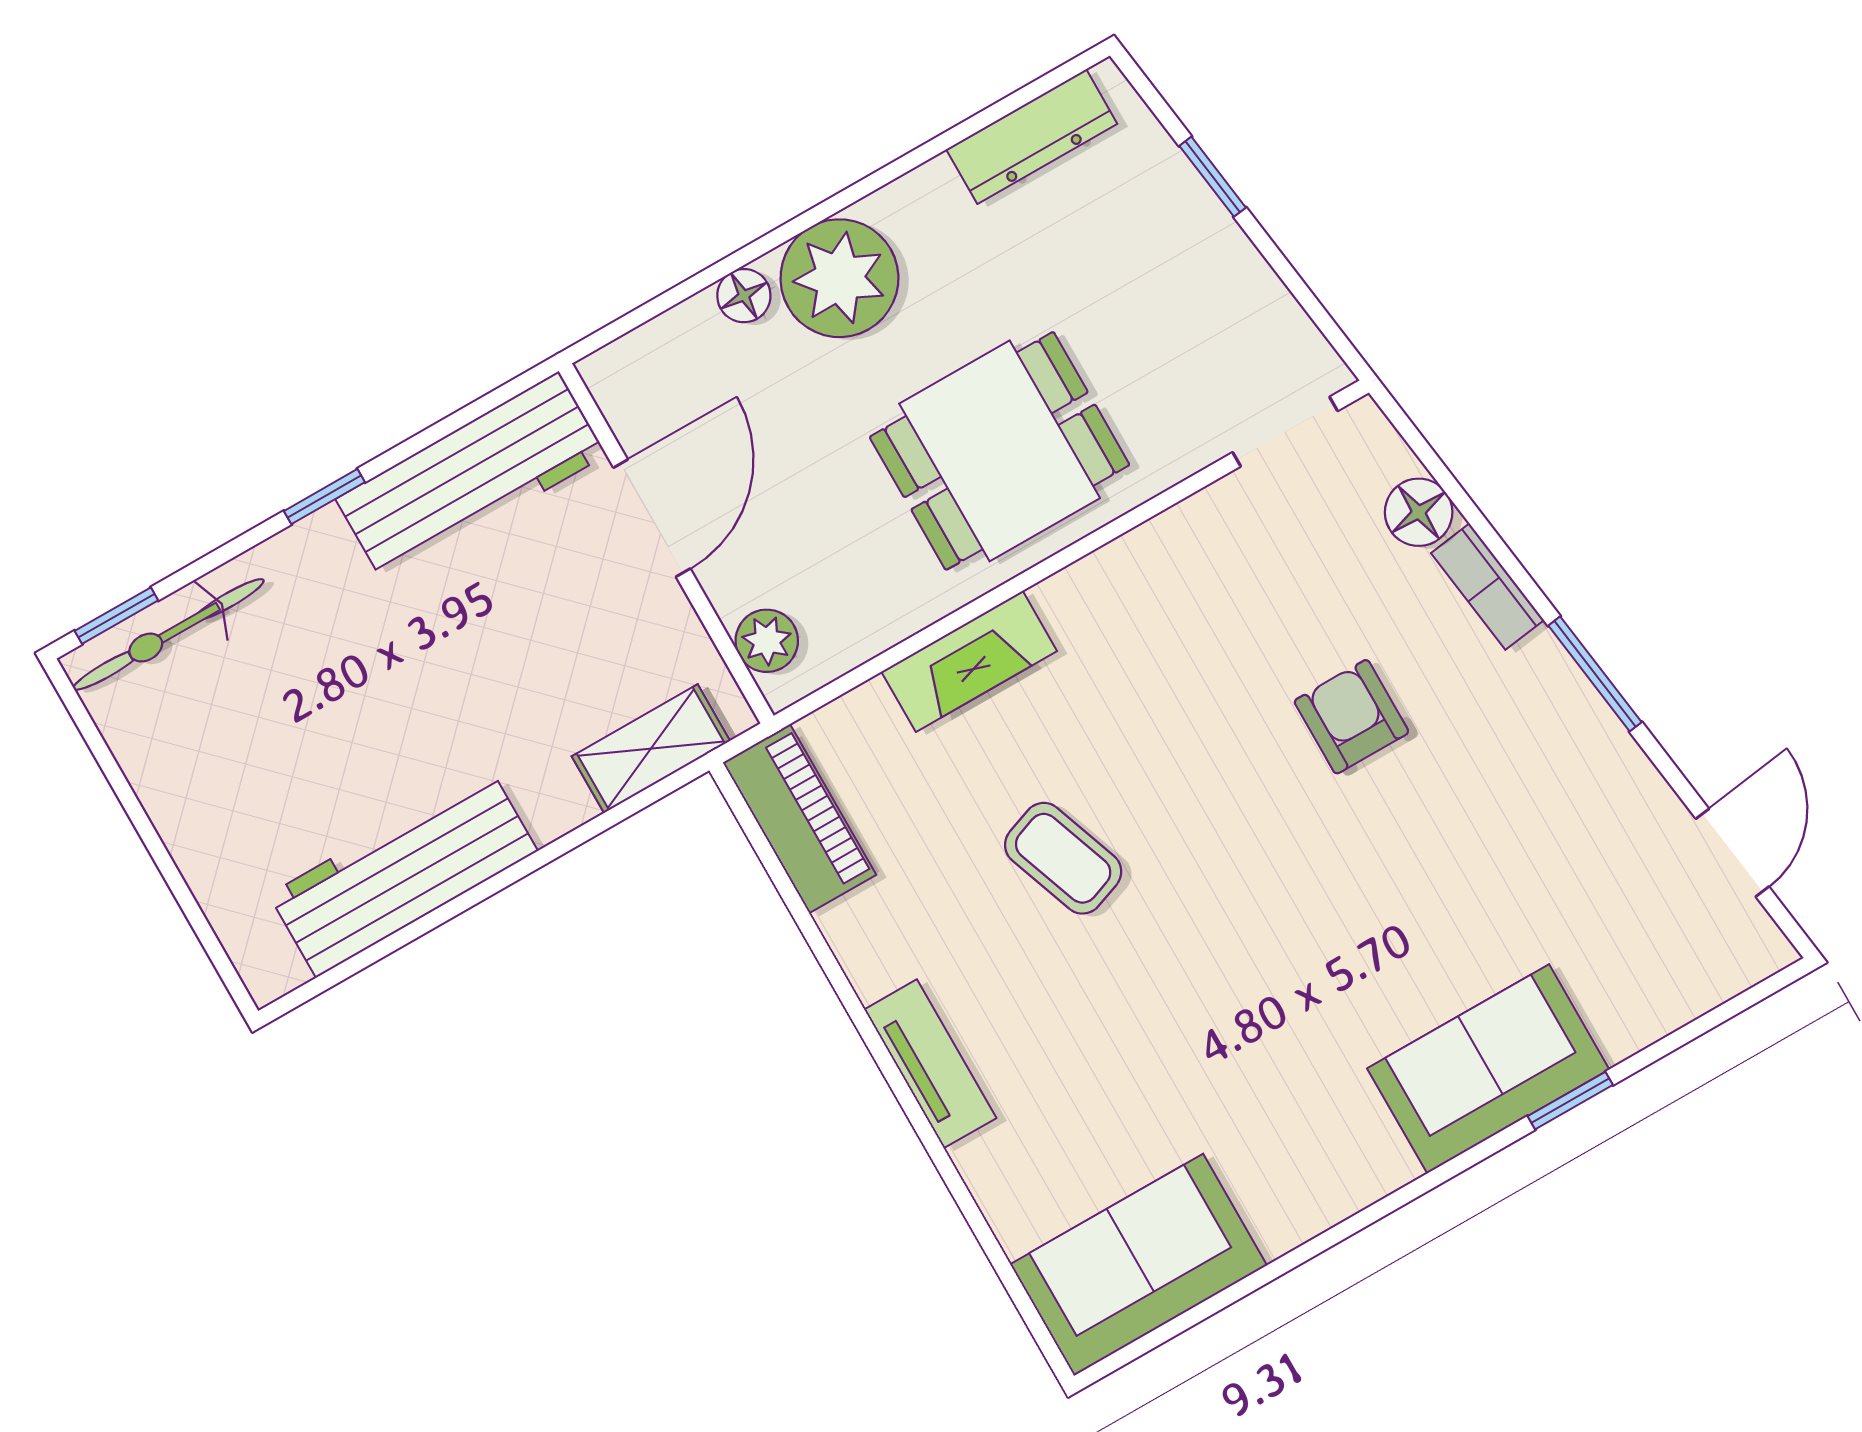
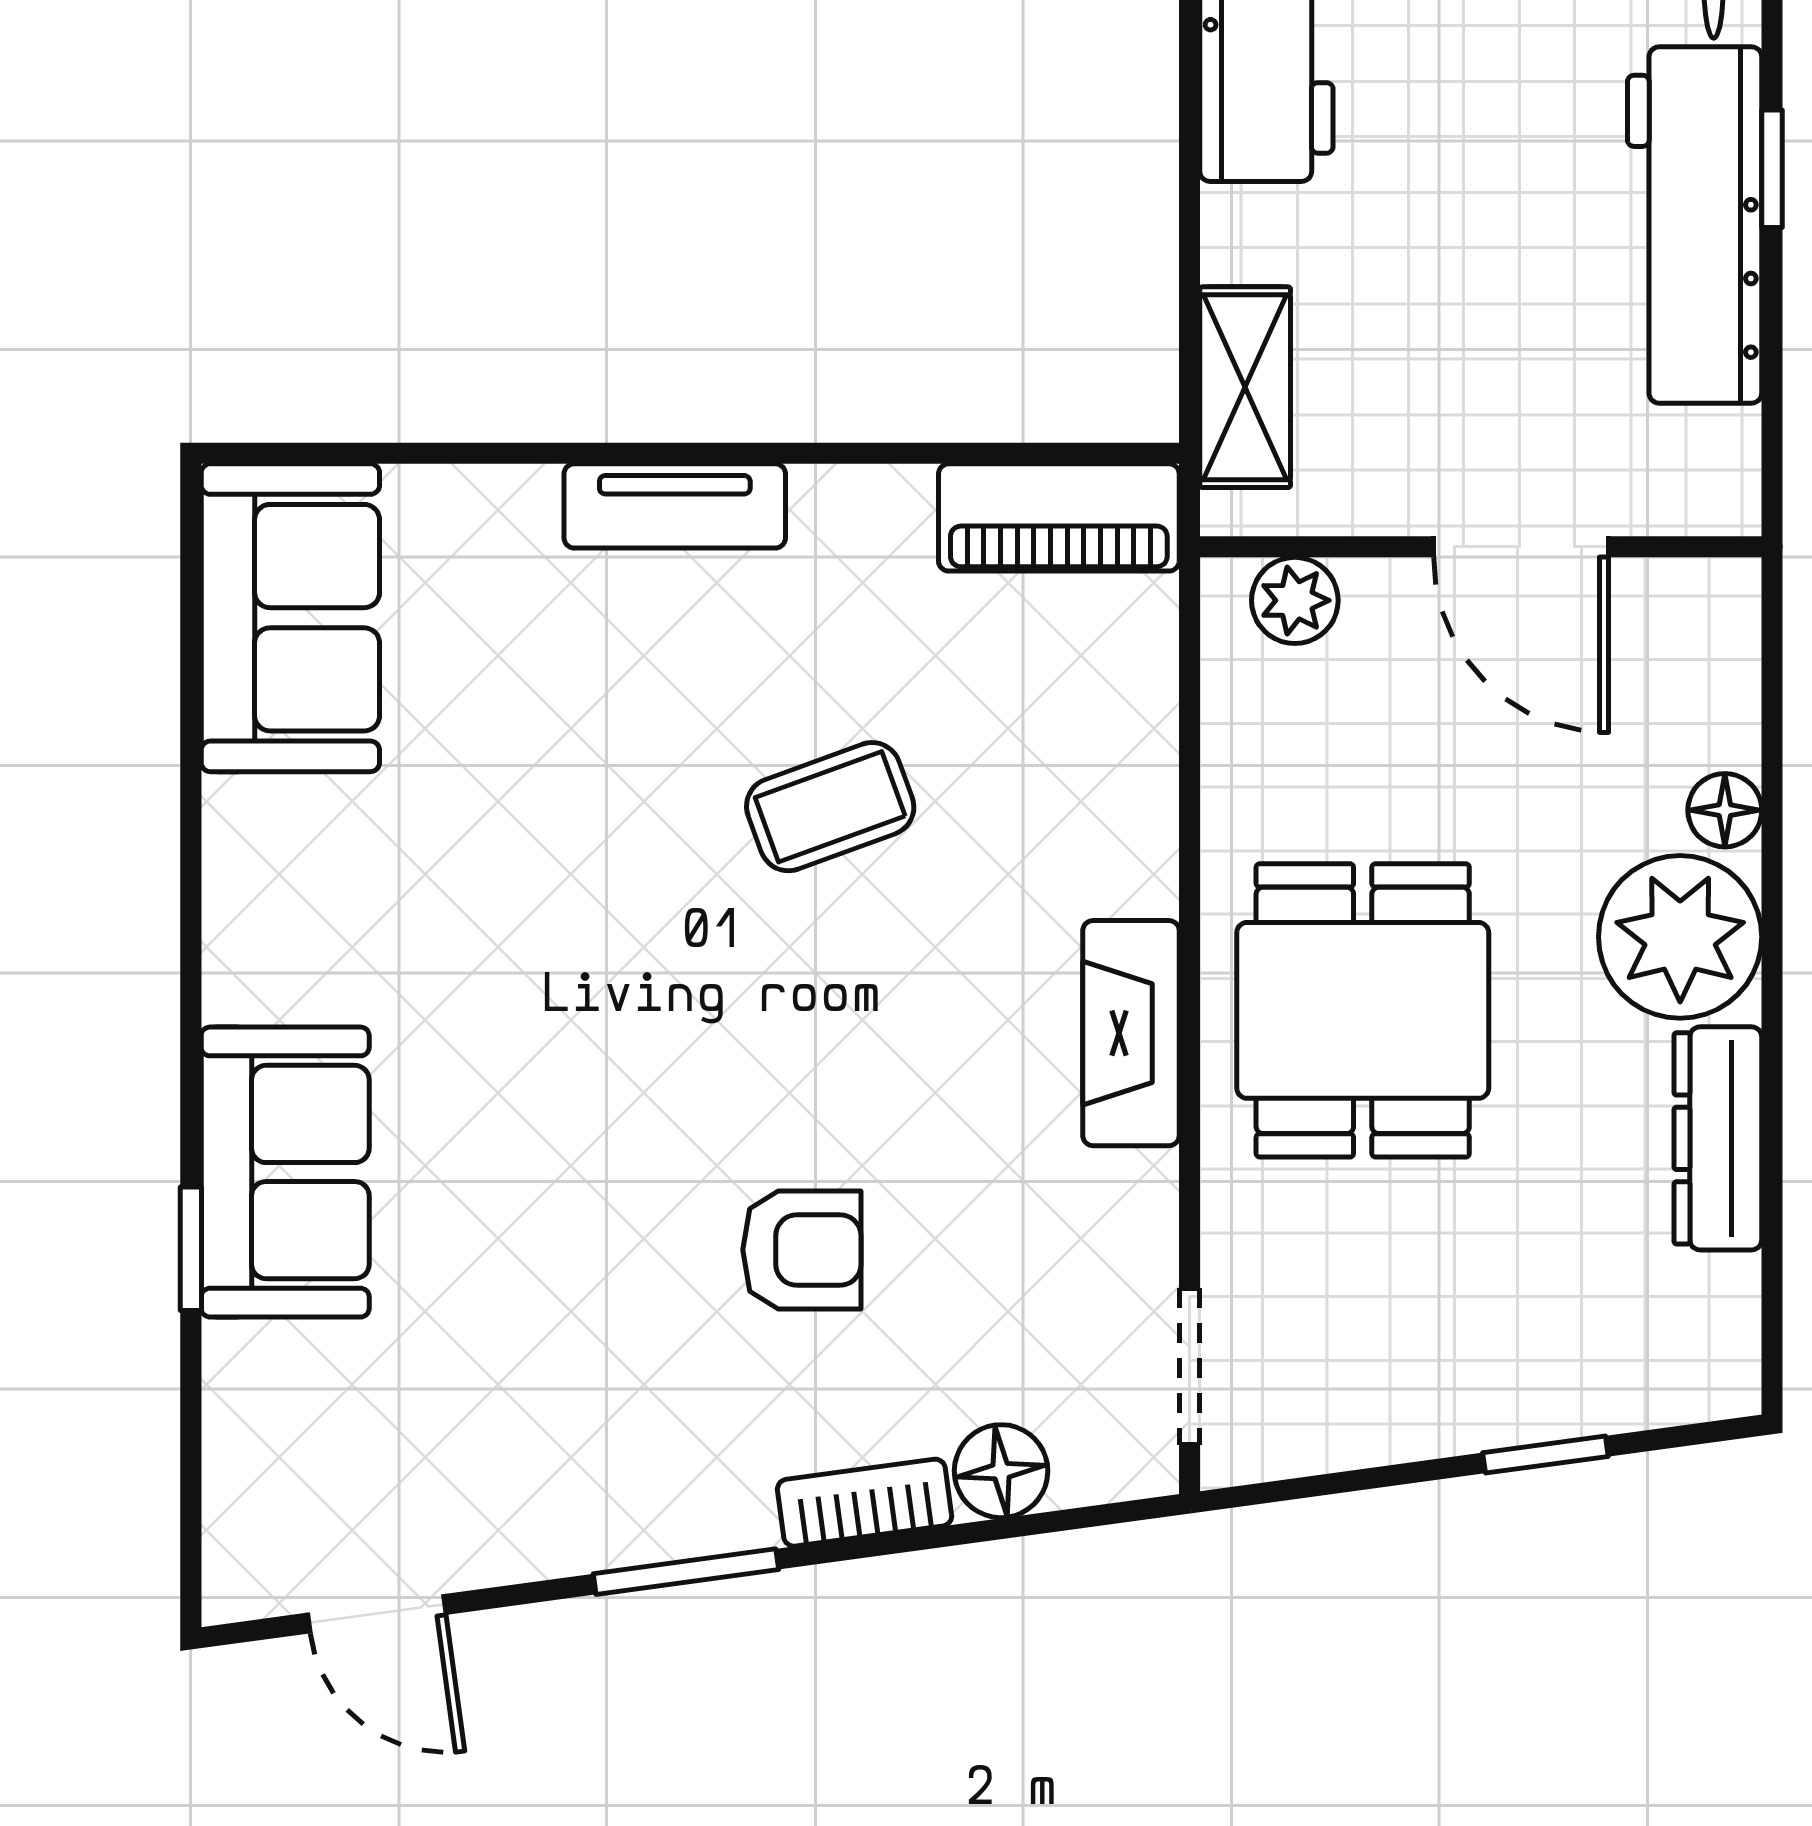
dresser: (1032, 137) -> (1718, 1138), moved
workbench: (471, 477) -> (1695, 225), moved
fireplace: (969, 661) -> (1131, 1033), moved

